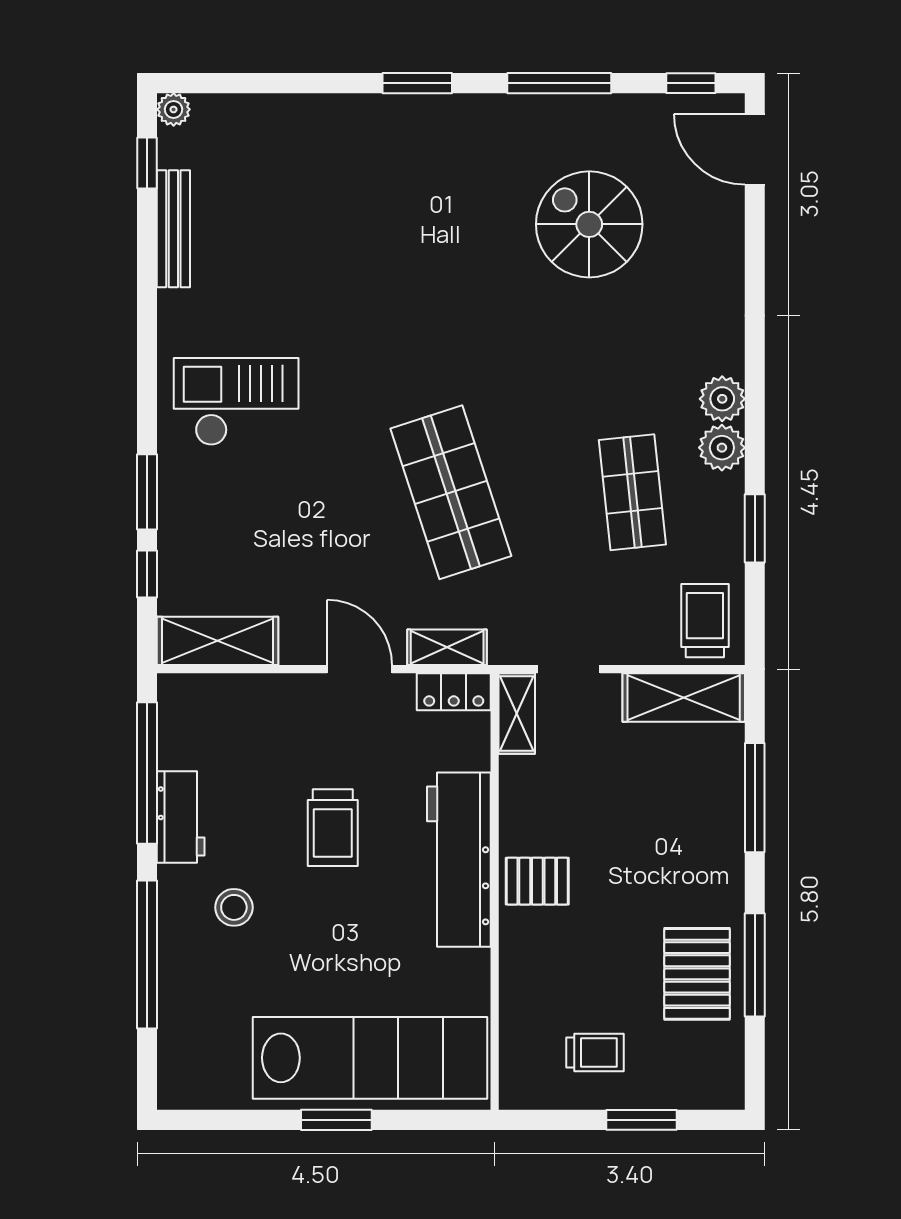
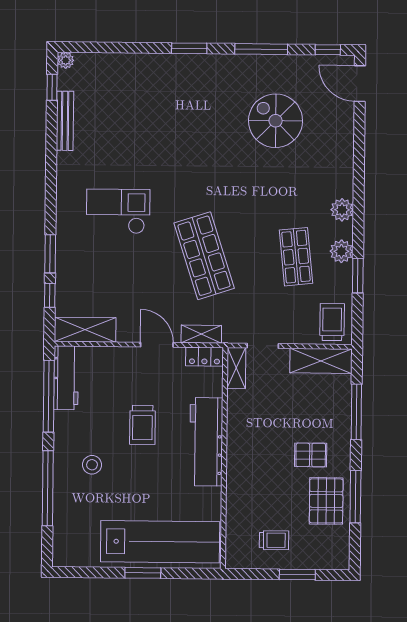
checkout: (236, 402) -> (118, 211), moved
plant: (722, 448) -> (341, 251), moved
workbench: (181, 817) -> (66, 378), moved, width x1.38
pallet: (537, 881) -> (311, 455), moved

